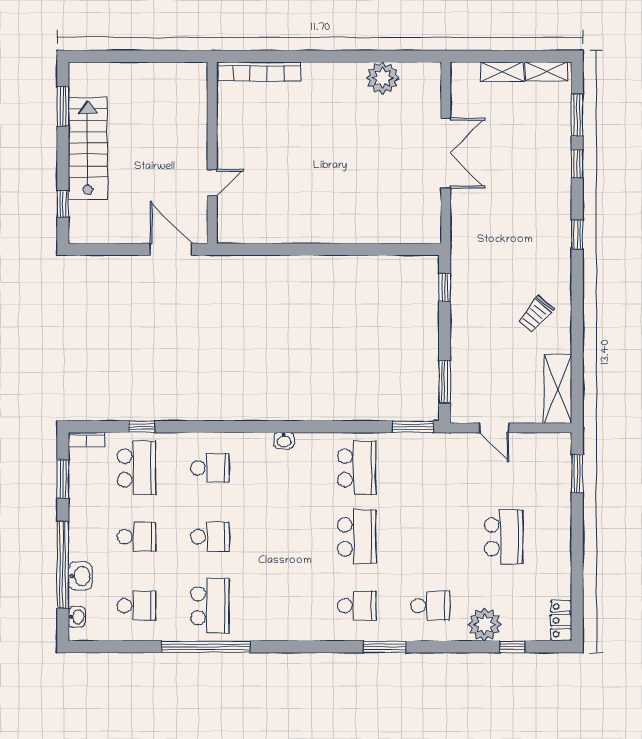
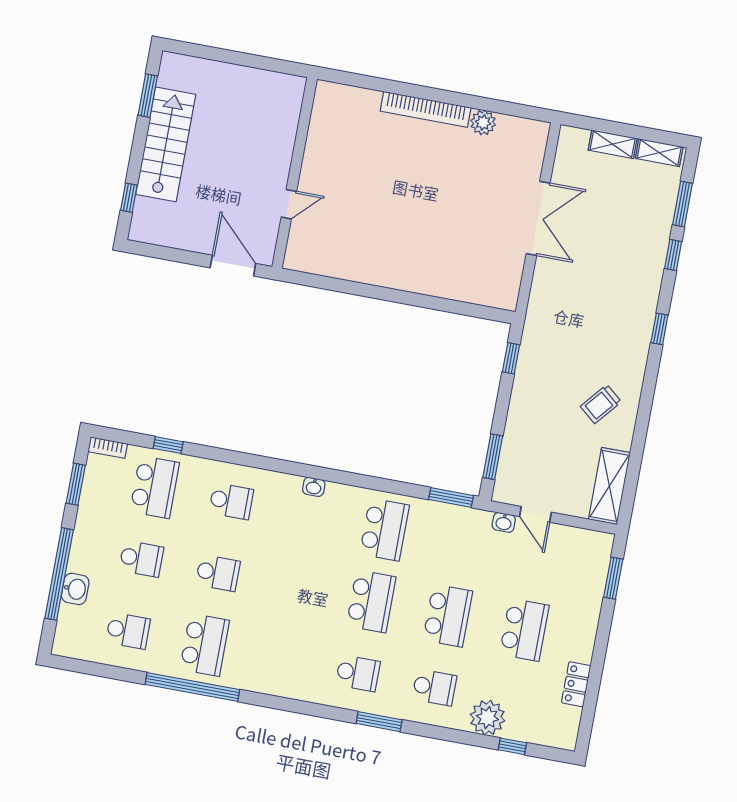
bookcase: (259, 71) -> (426, 109), moved
plant: (383, 78) -> (483, 123), width x0.73, depth x0.73
school desk: (430, 537) -> (448, 616), added
washbasin: (77, 617) -> (504, 522), moved, turned 90
locker: (561, 620) -> (576, 684), moved

